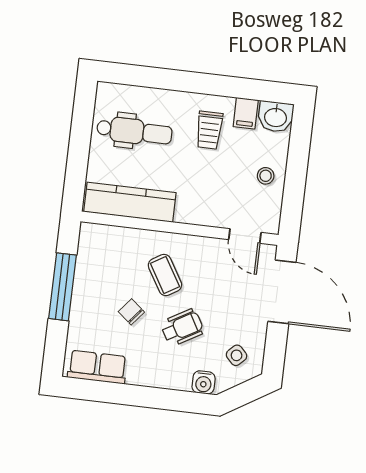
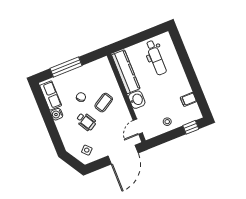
washbasin: (276, 117) -> (137, 100), moved, turned 180
trolley: (209, 130) -> (173, 88), removed
window: (300, 138) -> (191, 127), added
window: (63, 287) -> (66, 67), moved
water cooler: (204, 382) -> (57, 114), moved

